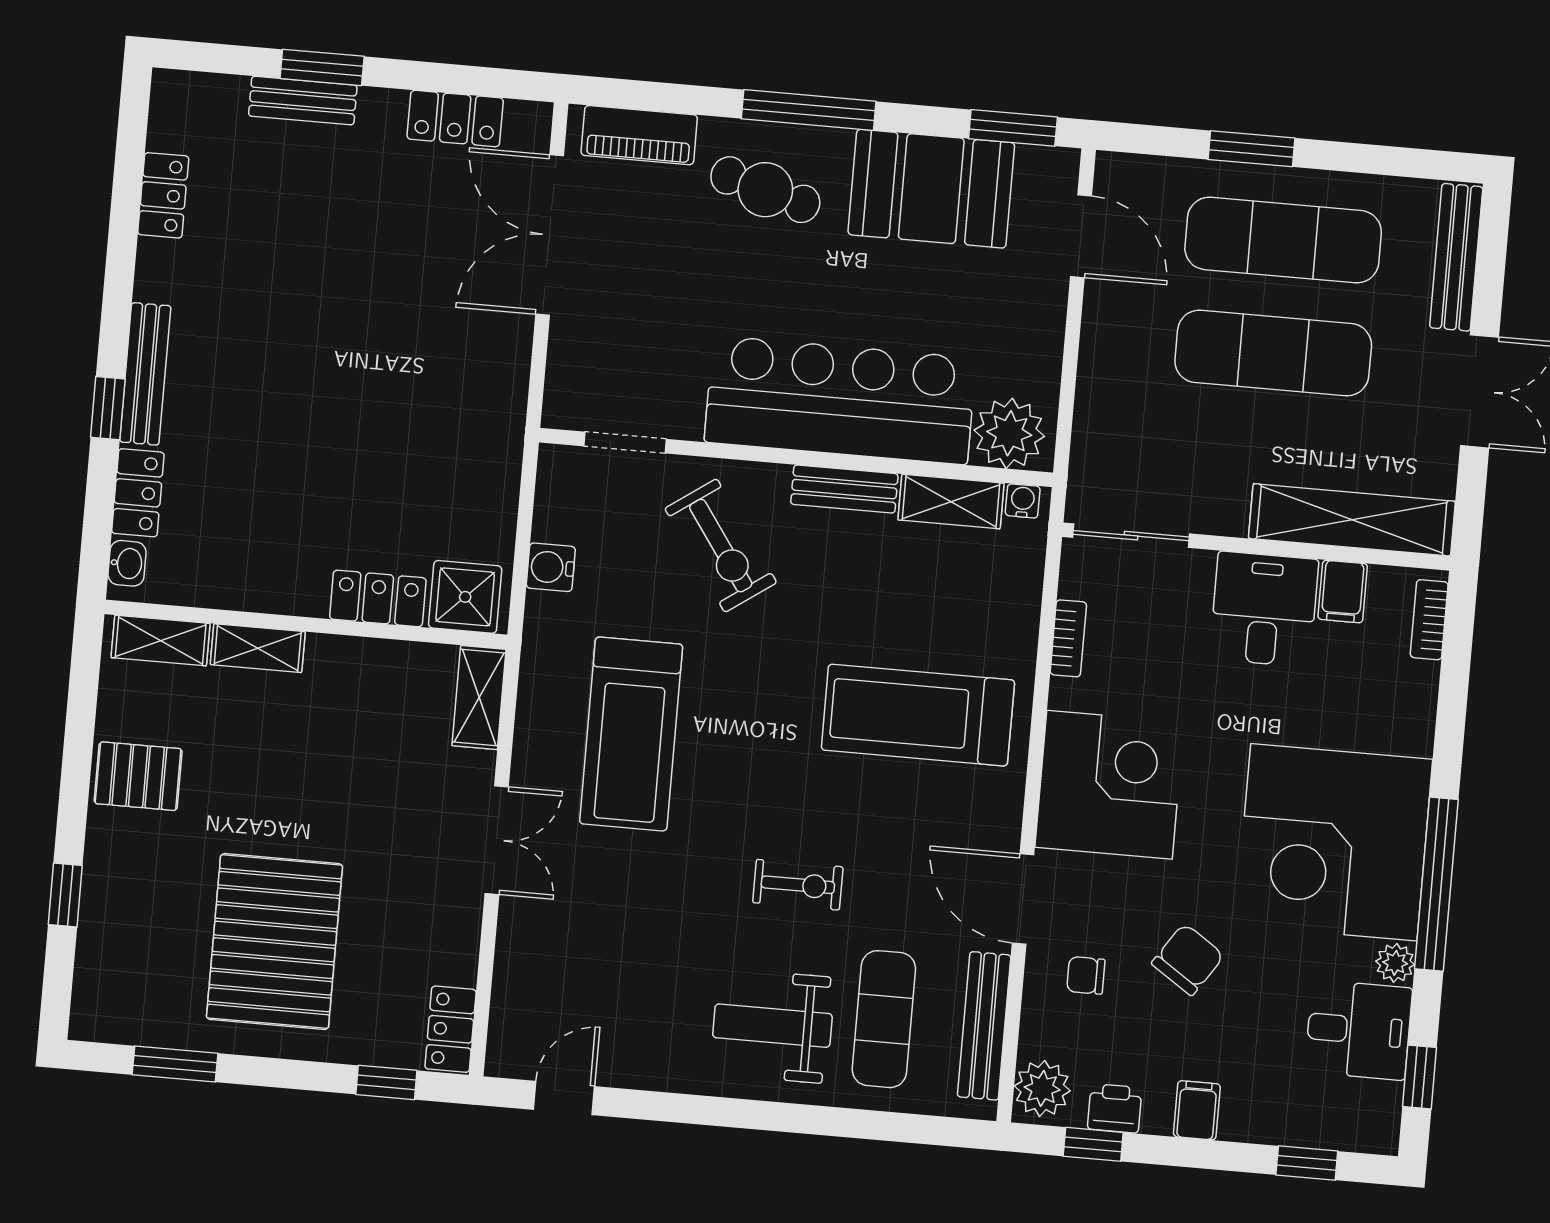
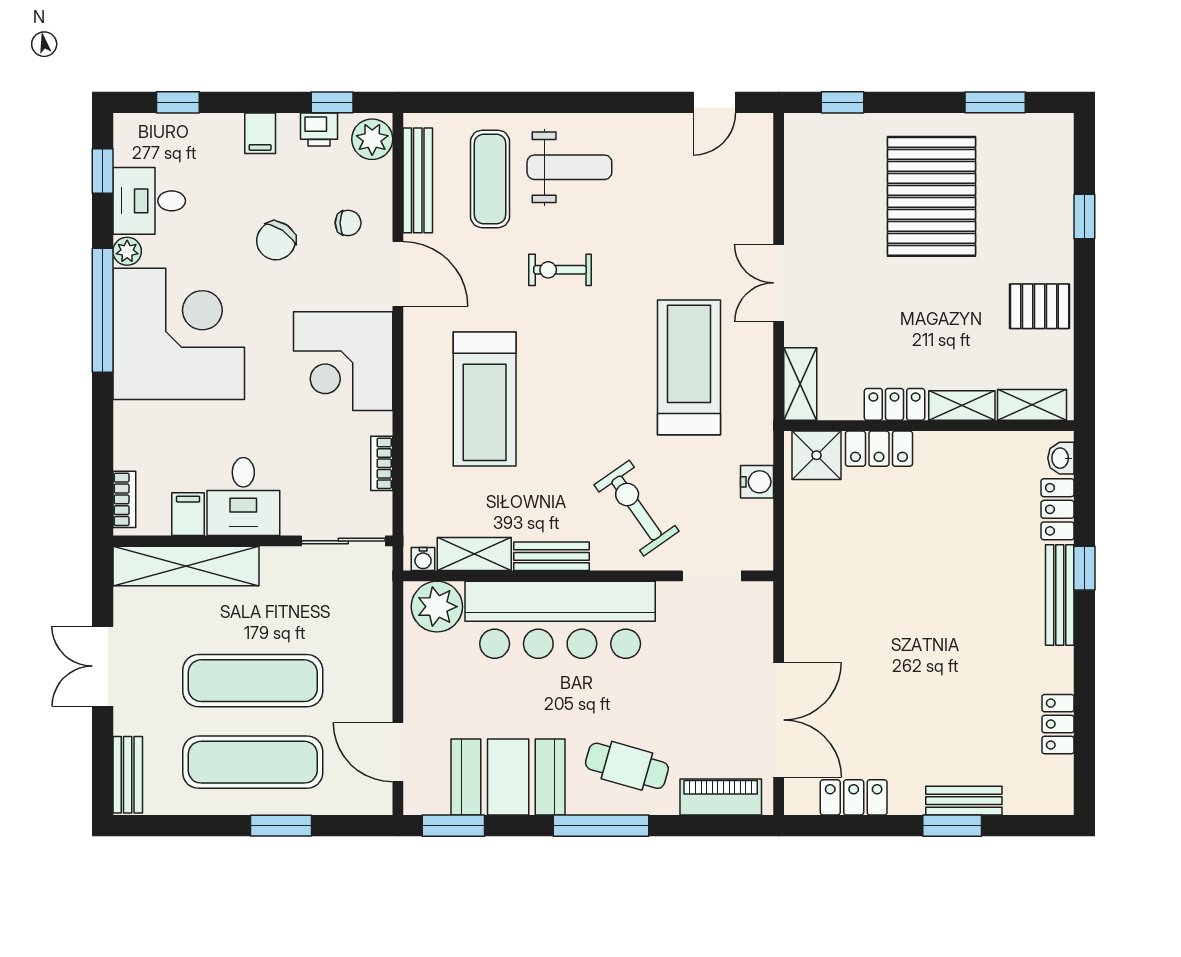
bench: (1456, 257) -> (128, 775), width x0.73
treadmill: (918, 715) -> (485, 399), turned 90
locker: (451, 1029) -> (895, 404), moved, turned -90

